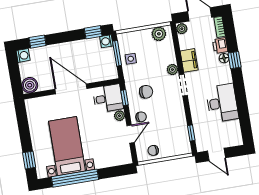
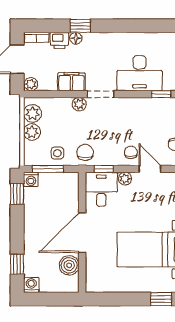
plant: (144, 36) -> (32, 132), added
boiler: (30, 85) -> (69, 265), moved
chair: (146, 92) -> (85, 152), moved
desk: (222, 103) -> (139, 73), moved, turned 180

